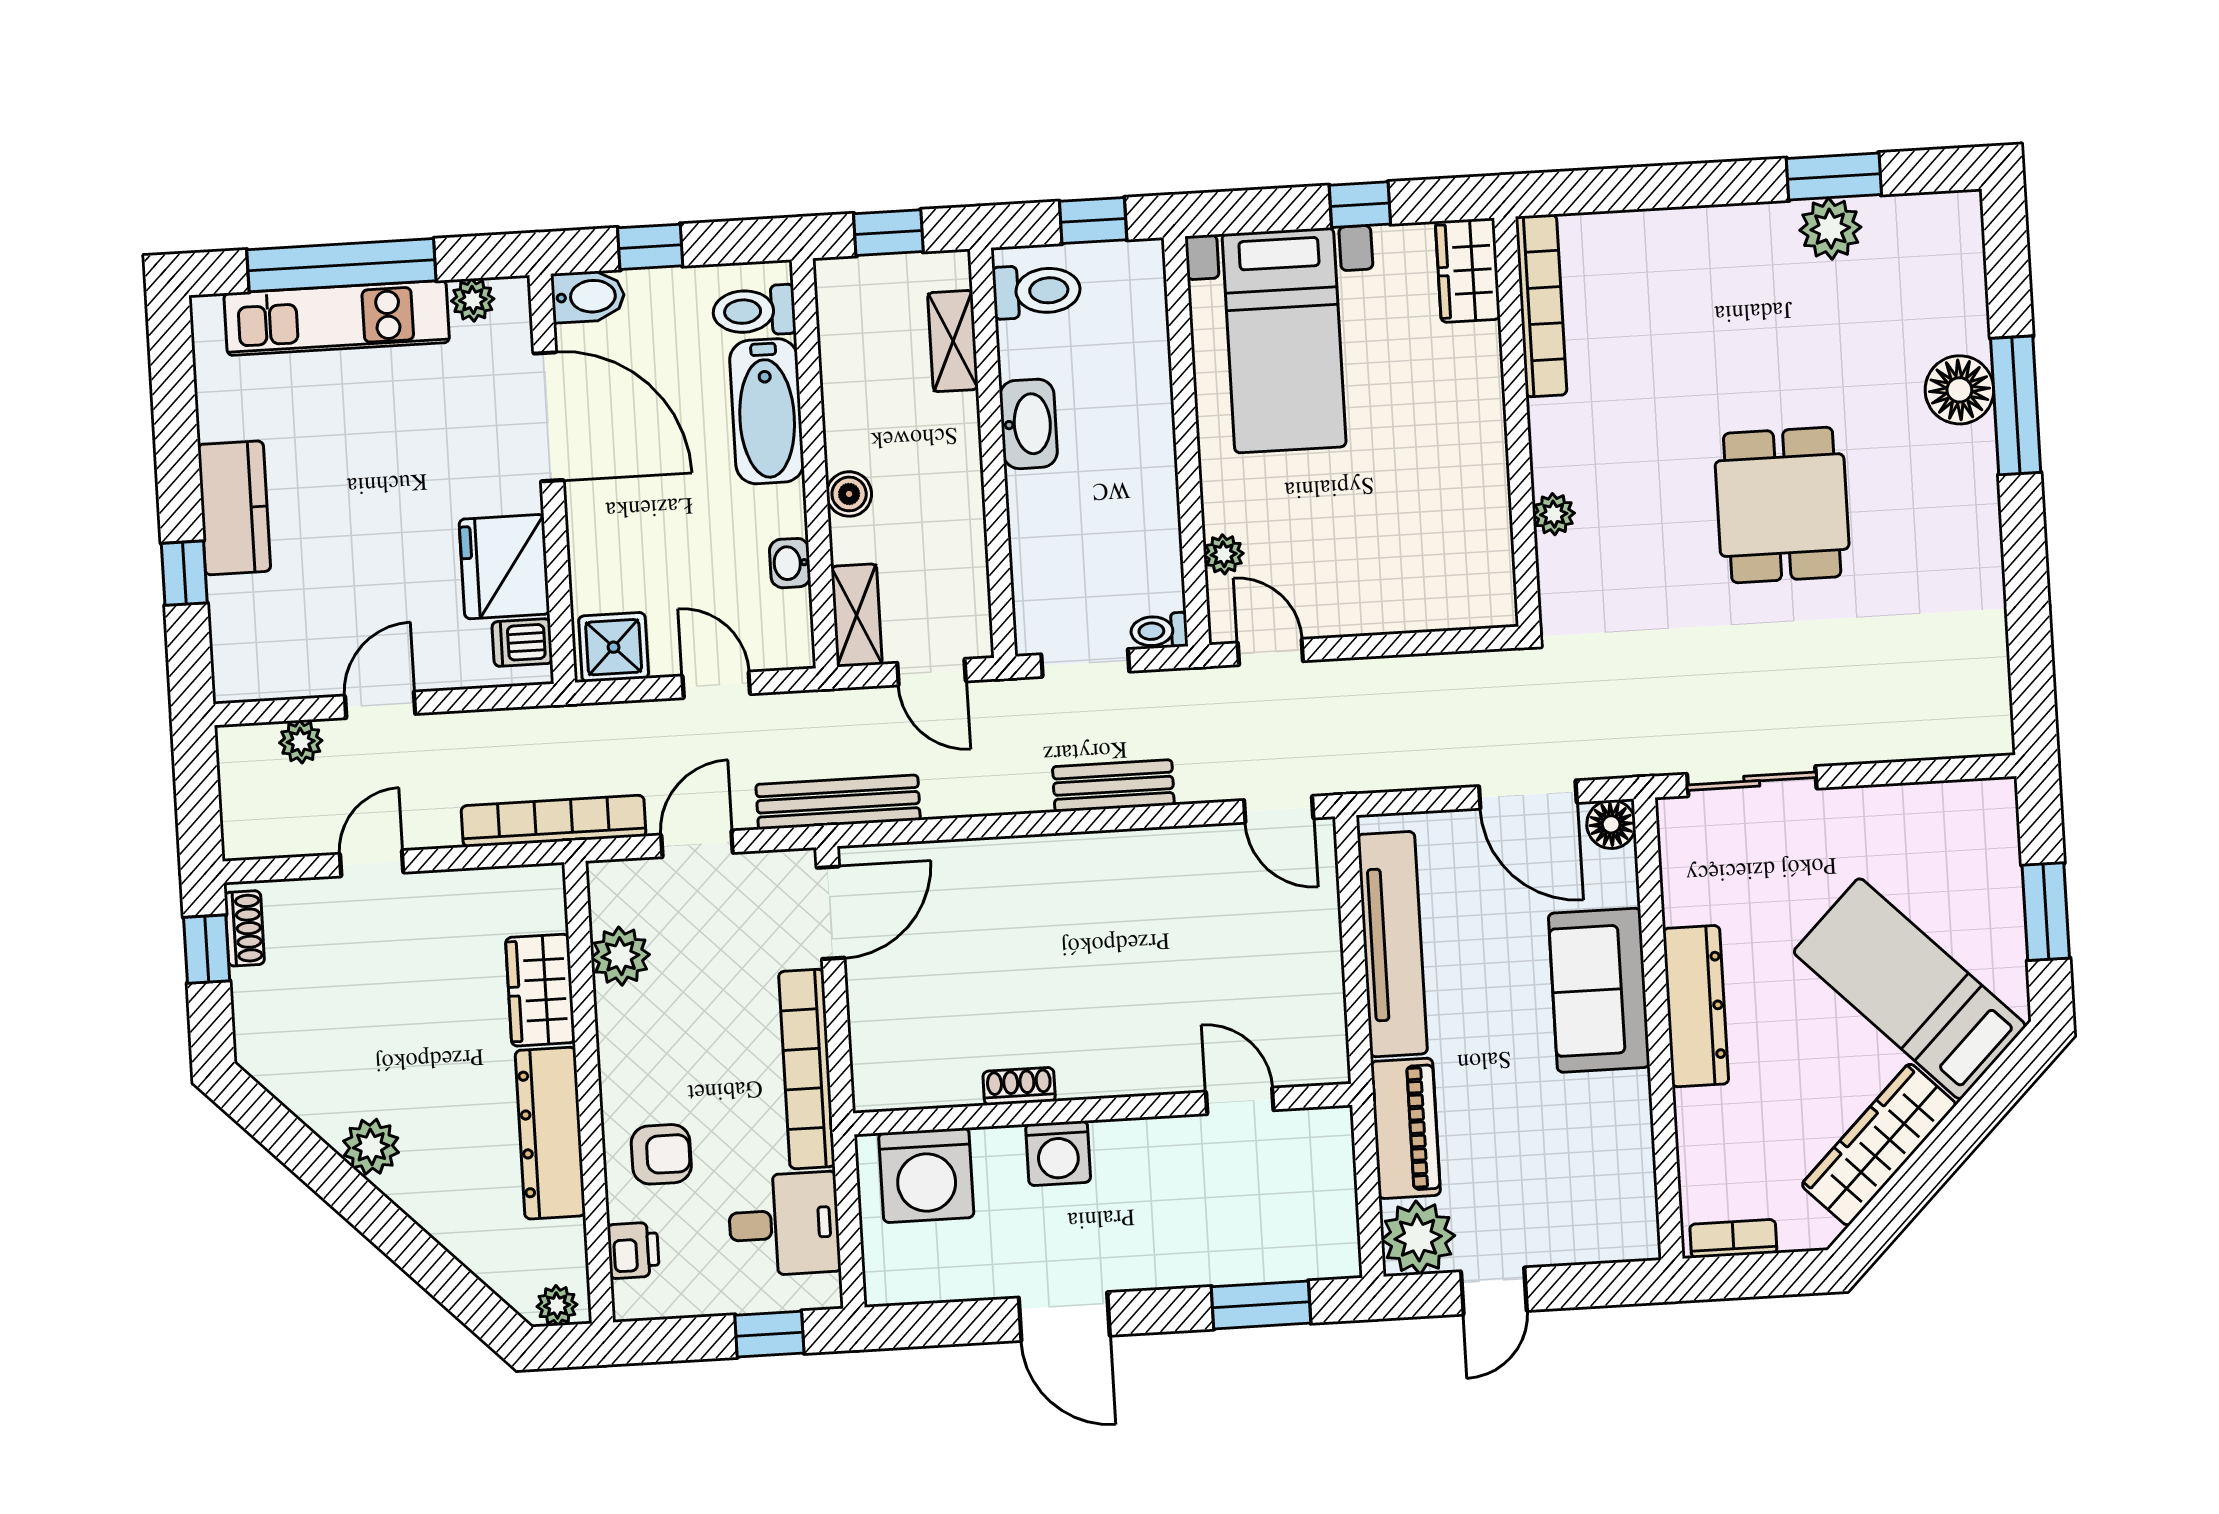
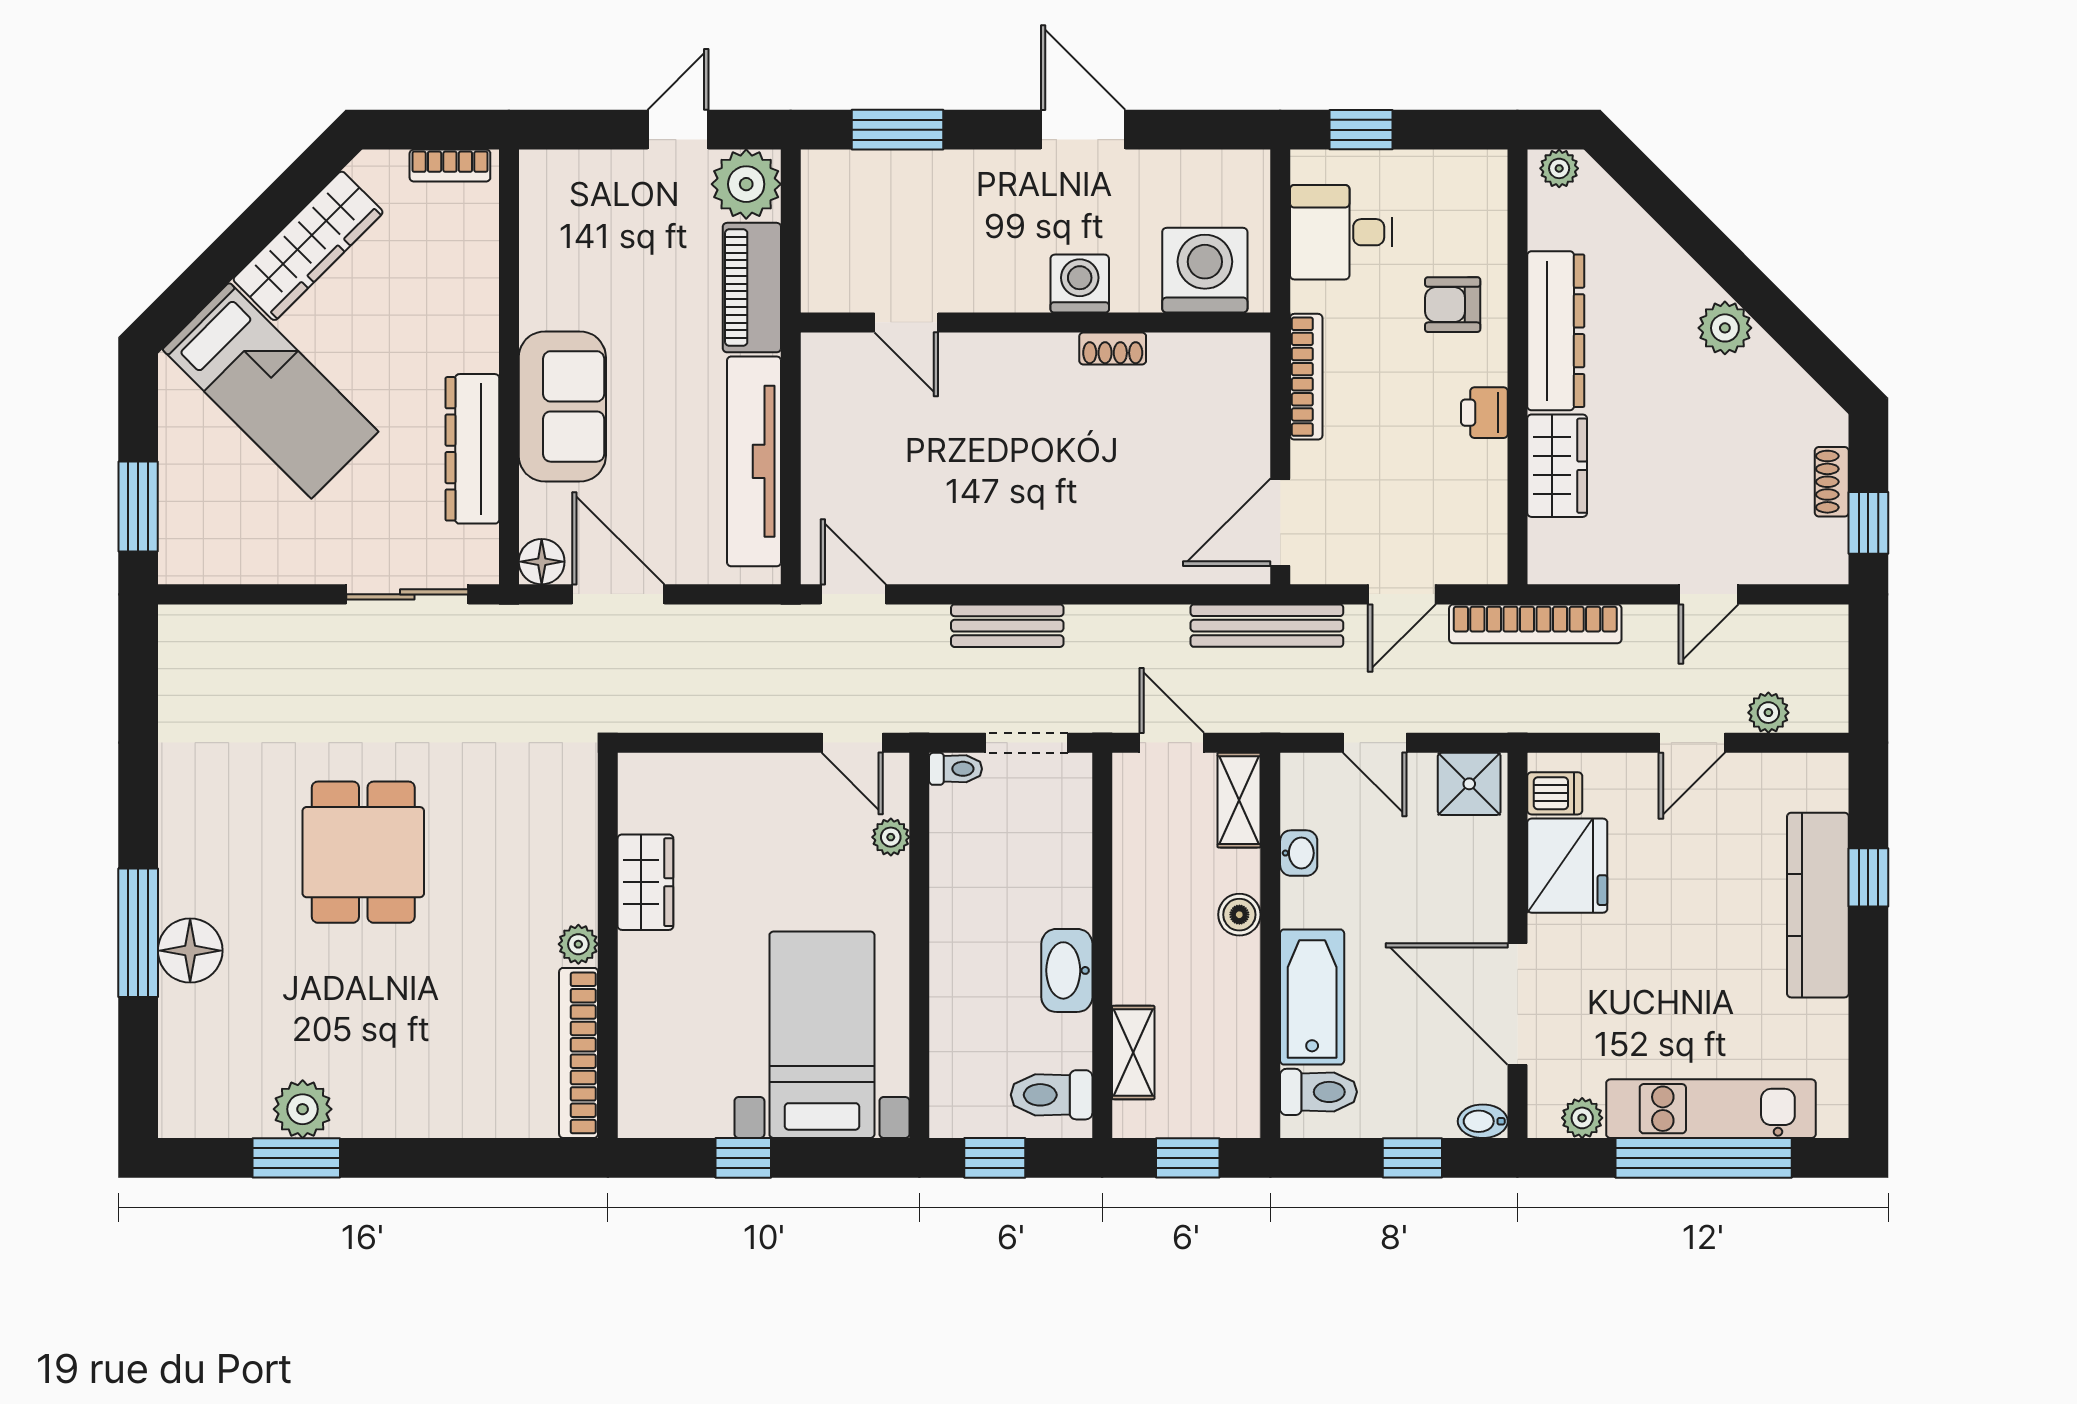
wardrobe: (1468, 270) -> (645, 882), moved
bidet: (588, 296) -> (1483, 1121), width x0.72, depth x0.74
kitchen counter: (234, 508) -> (1818, 905), width x1.50
plant: (1554, 514) -> (578, 944), moved
window: (2046, 912) -> (138, 506), moved
shoe rack: (244, 928) -> (1832, 482), moved
plant: (620, 956) -> (1480, 493), removed
dresser: (1696, 1006) -> (472, 449), moved
bookcase: (807, 1069) -> (1306, 377), width x0.68, depth x0.76
printer: (633, 1250) -> (1484, 413), moved

